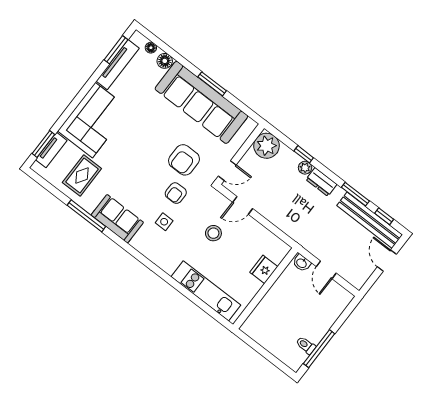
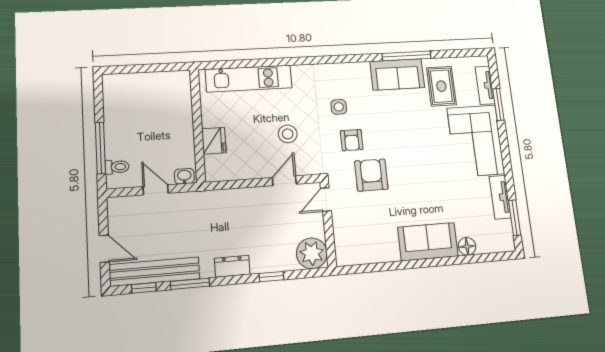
floor lamp: (151, 48) -> (489, 247), removed
tv unit: (118, 65) -> (500, 197), width x0.71
window: (212, 84) -> (409, 264), removed
sofa: (201, 102) -> (428, 242), width x0.54, depth x0.79
window: (43, 144) -> (498, 104), moved
plant: (305, 168) -> (259, 265), removed
armchair: (176, 193) -> (352, 140), turned 180
sofa: (117, 219) -> (397, 74), moved
toilet: (306, 345) -> (117, 167), moved
window: (319, 349) -> (100, 148), moved

